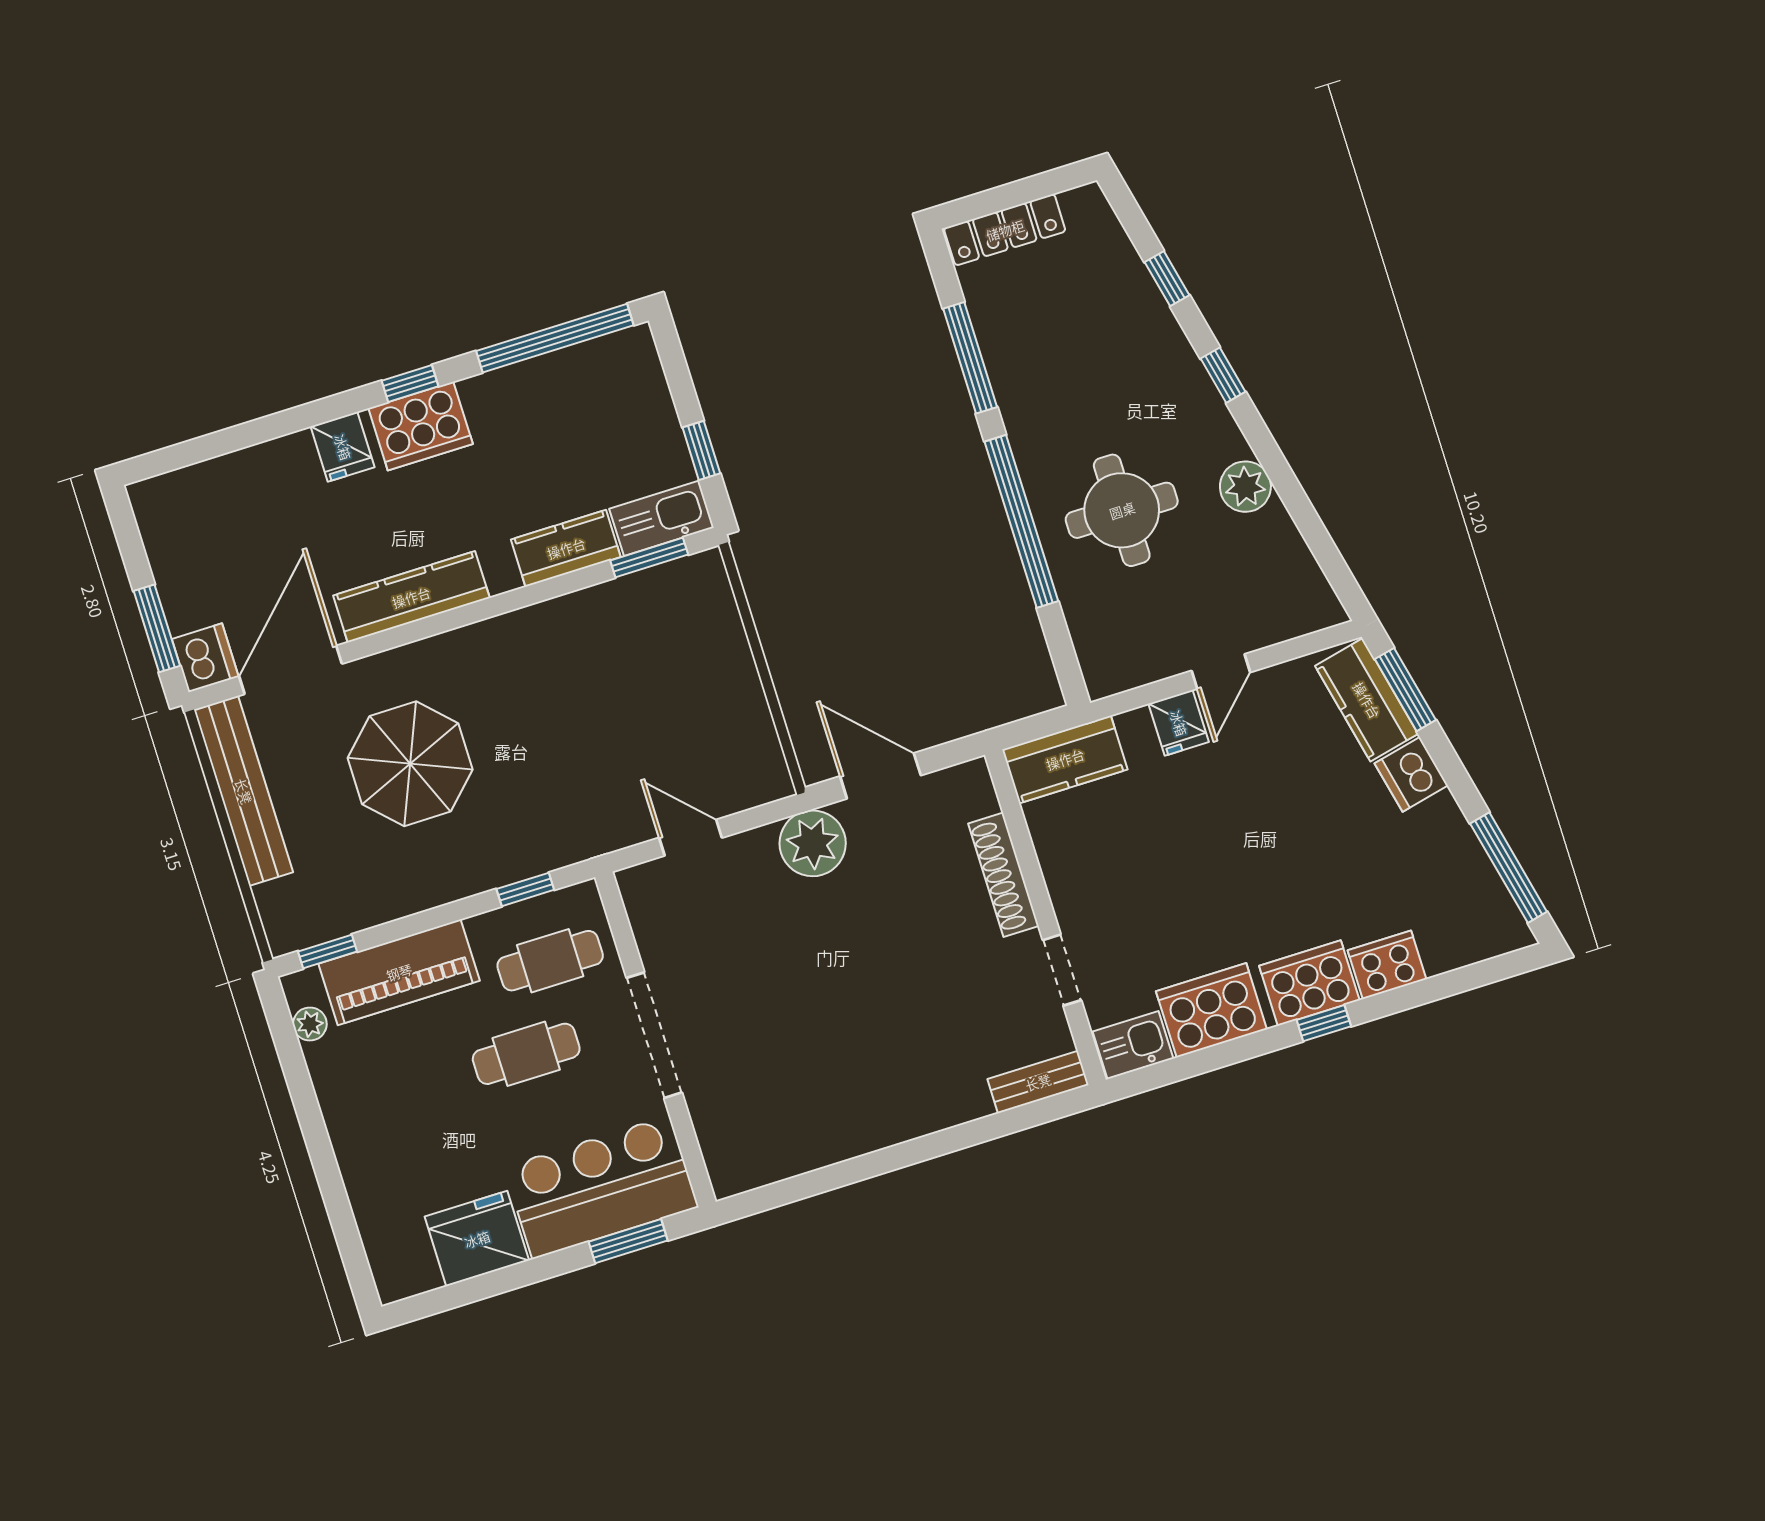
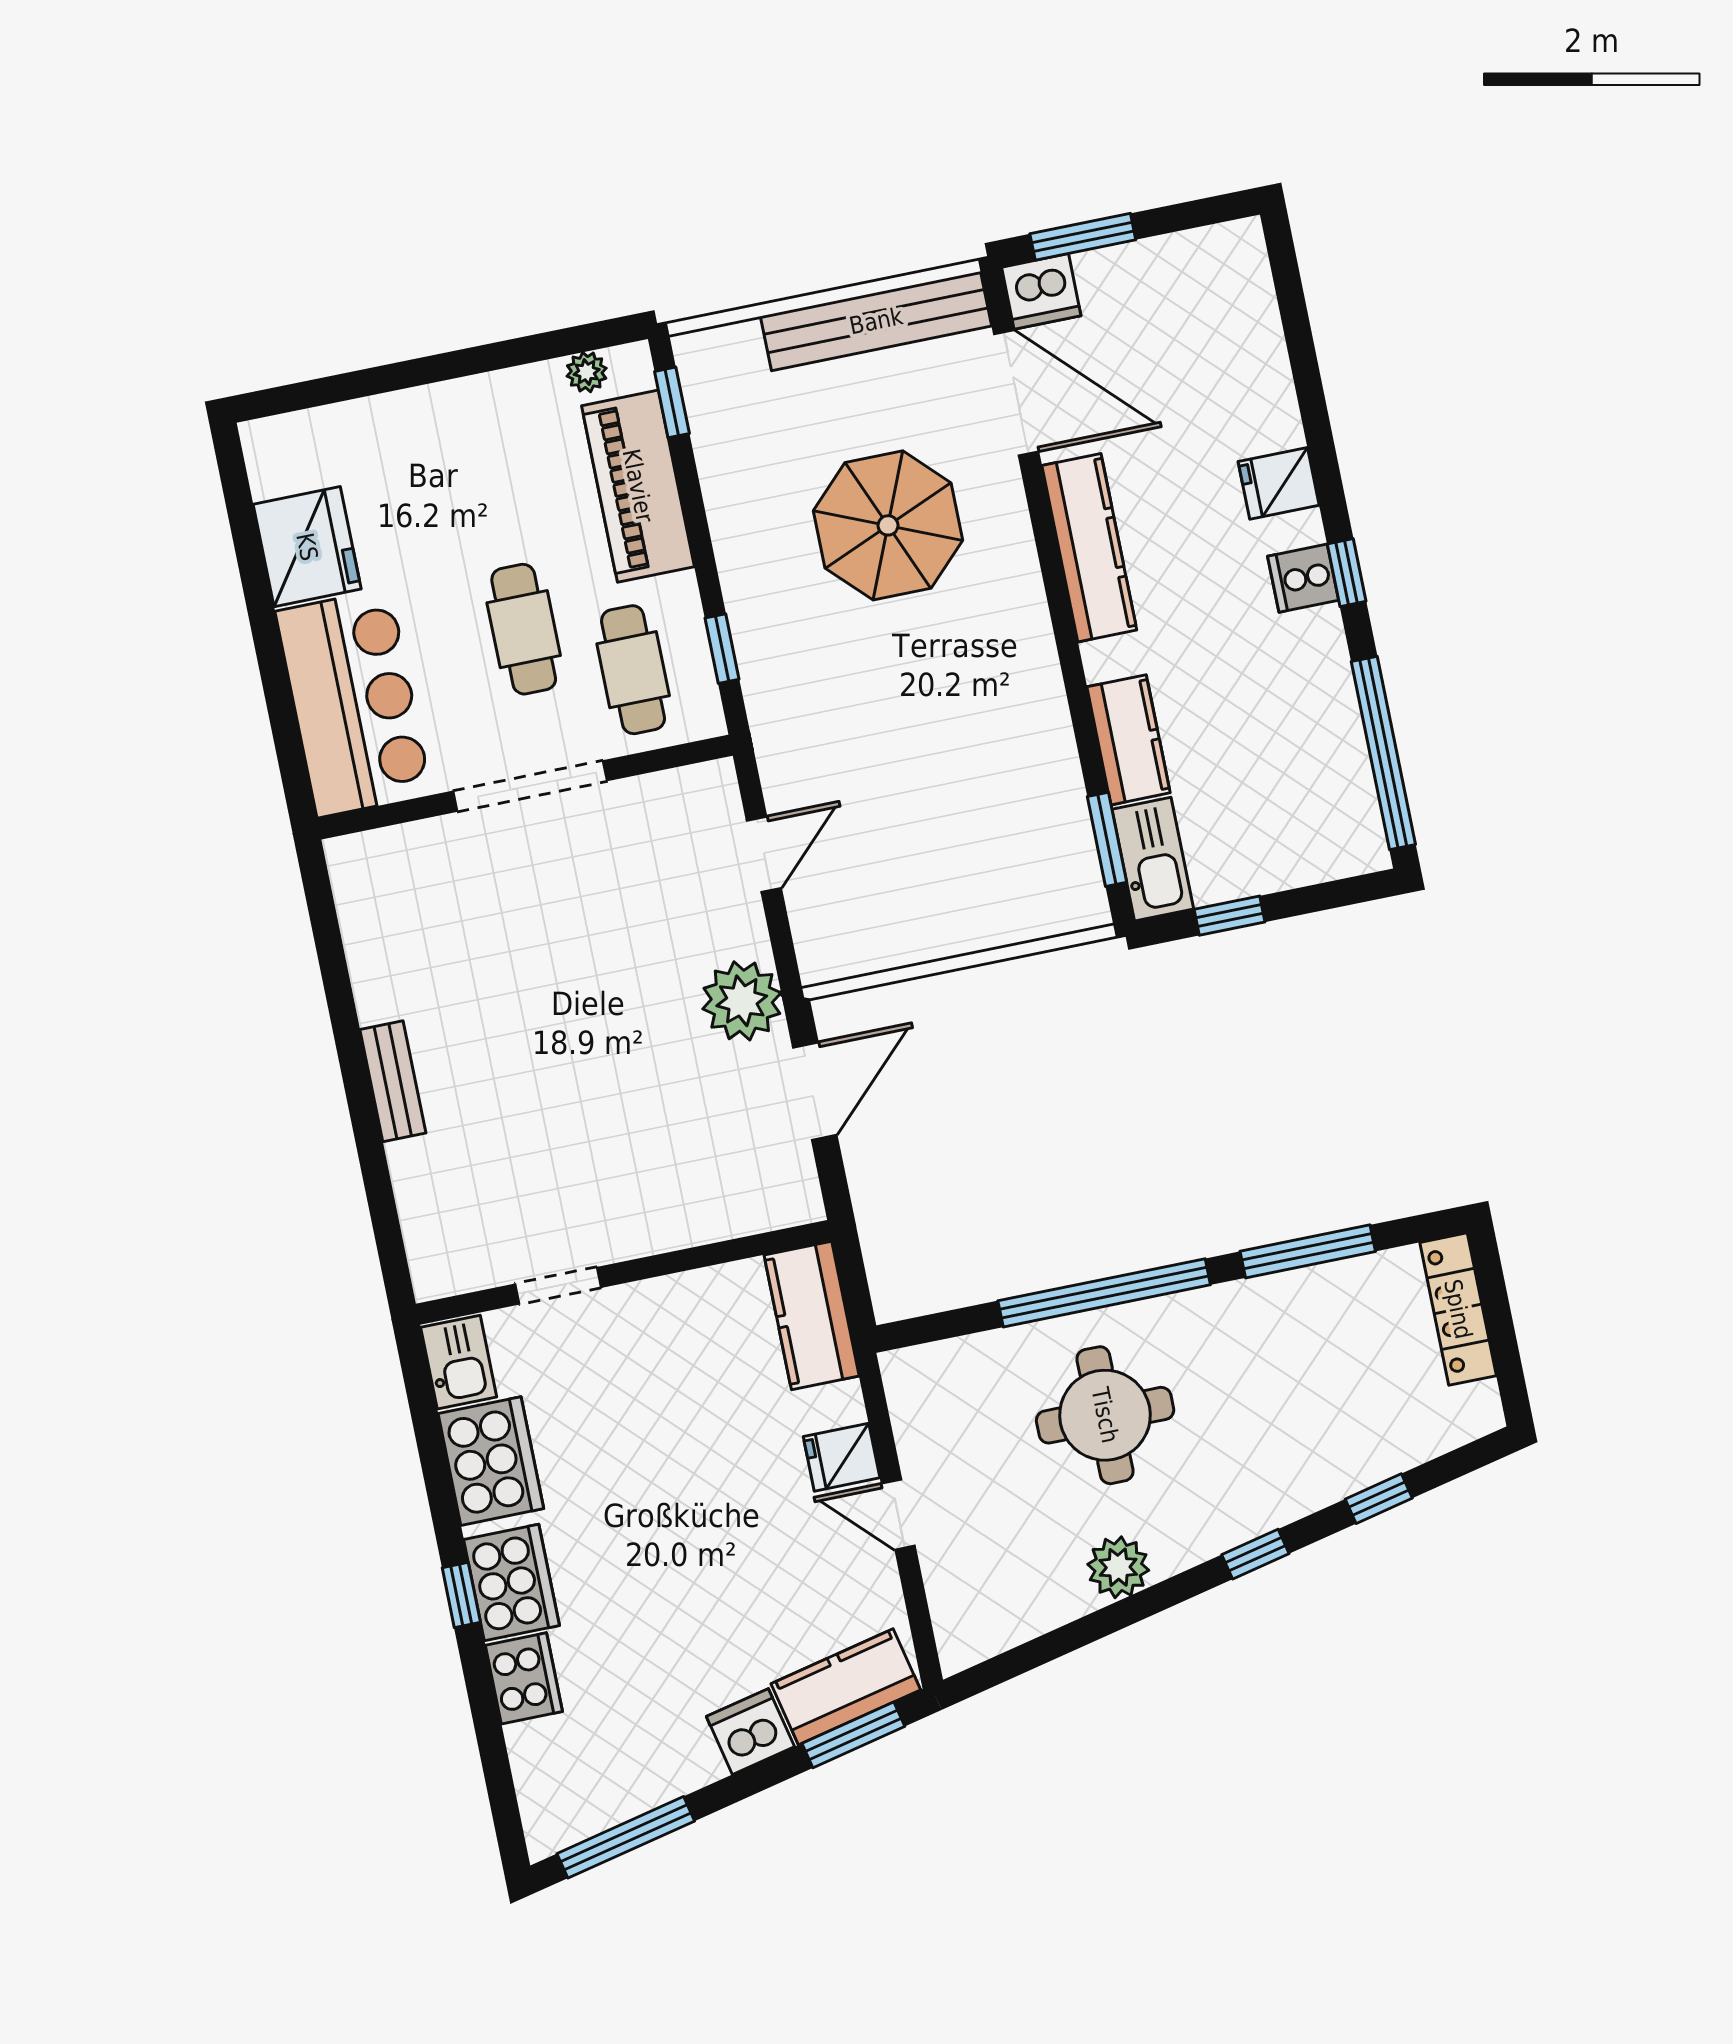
cooker: (421, 426) -> (1303, 578), width x0.53, depth x0.76
shoe rack: (1003, 875) -> (680, 1227), removed
bench: (1038, 1082) -> (393, 1081), moved
window: (628, 1241) -> (285, 729), removed

